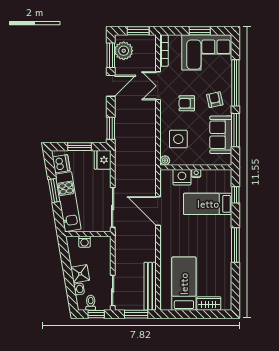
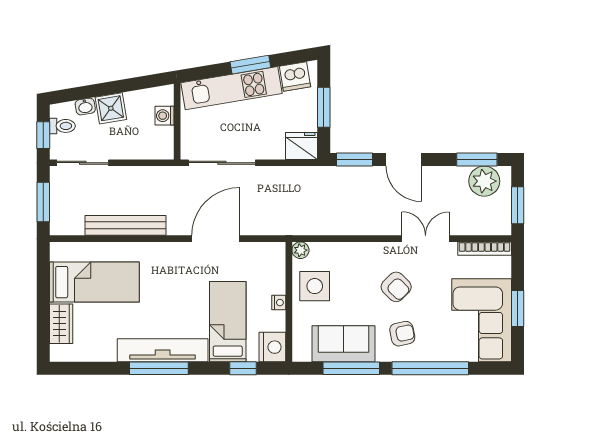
door: (111, 86) -> (404, 160), moved
armchair: (187, 103) -> (396, 287), turned 135
side table: (178, 139) -> (315, 286), moved
nightstand: (182, 177) -> (272, 347), moved
tv unit: (225, 243) -> (163, 350), added
bench: (150, 286) -> (126, 225), moved

